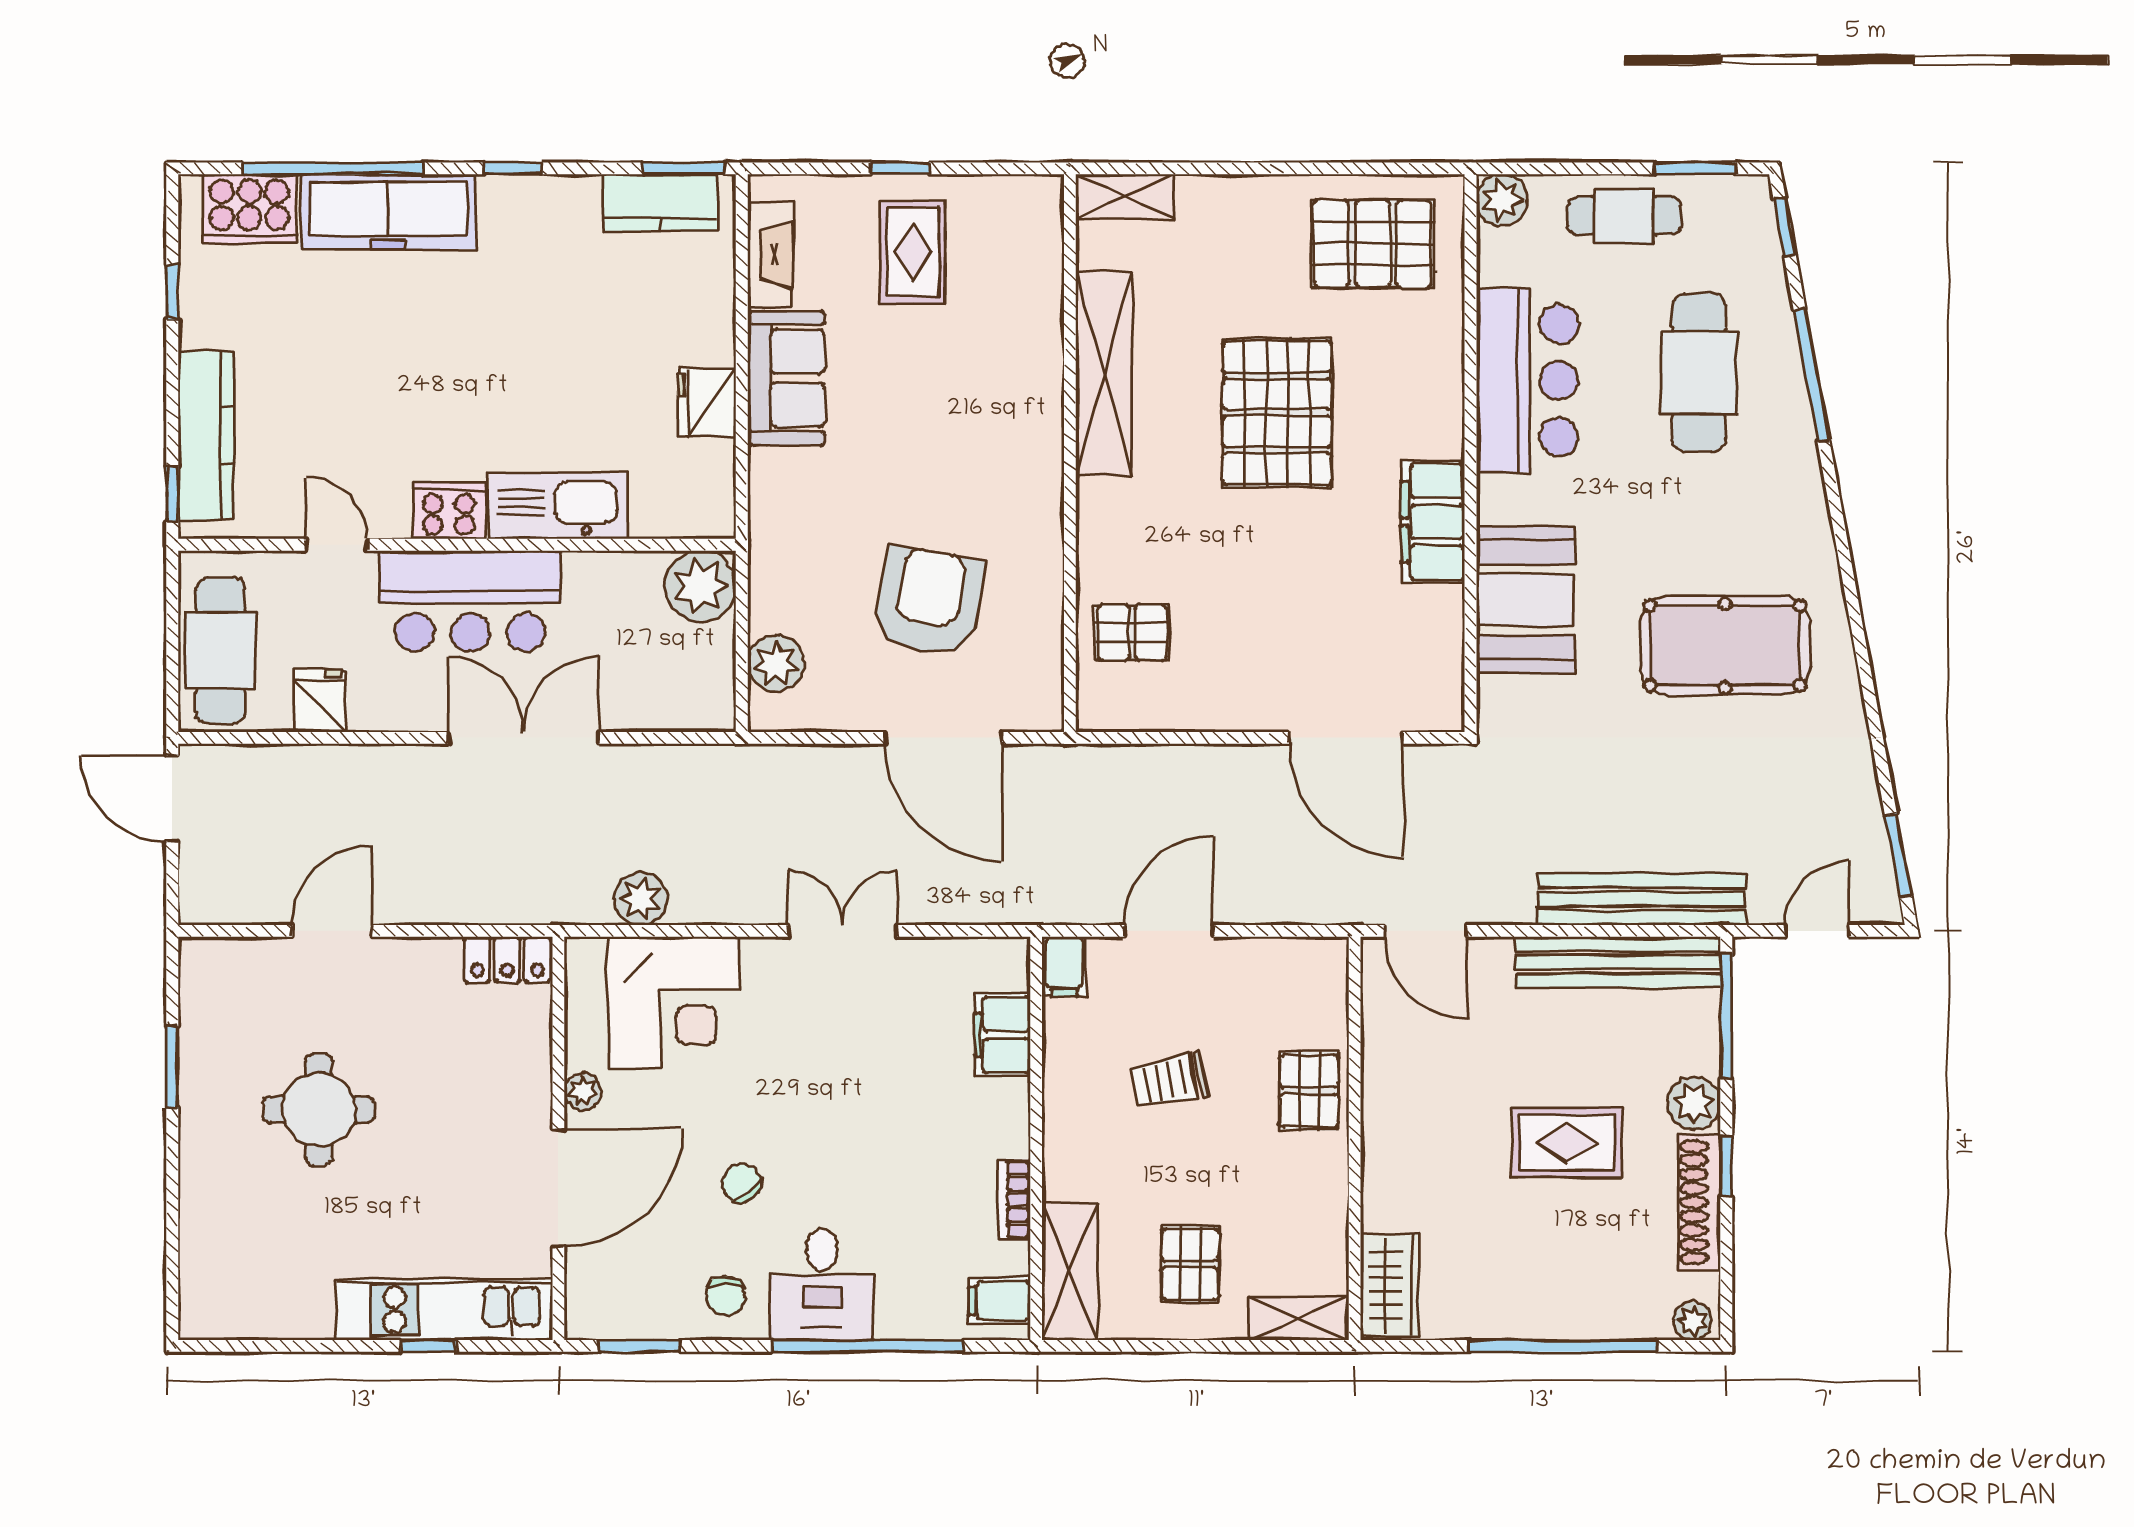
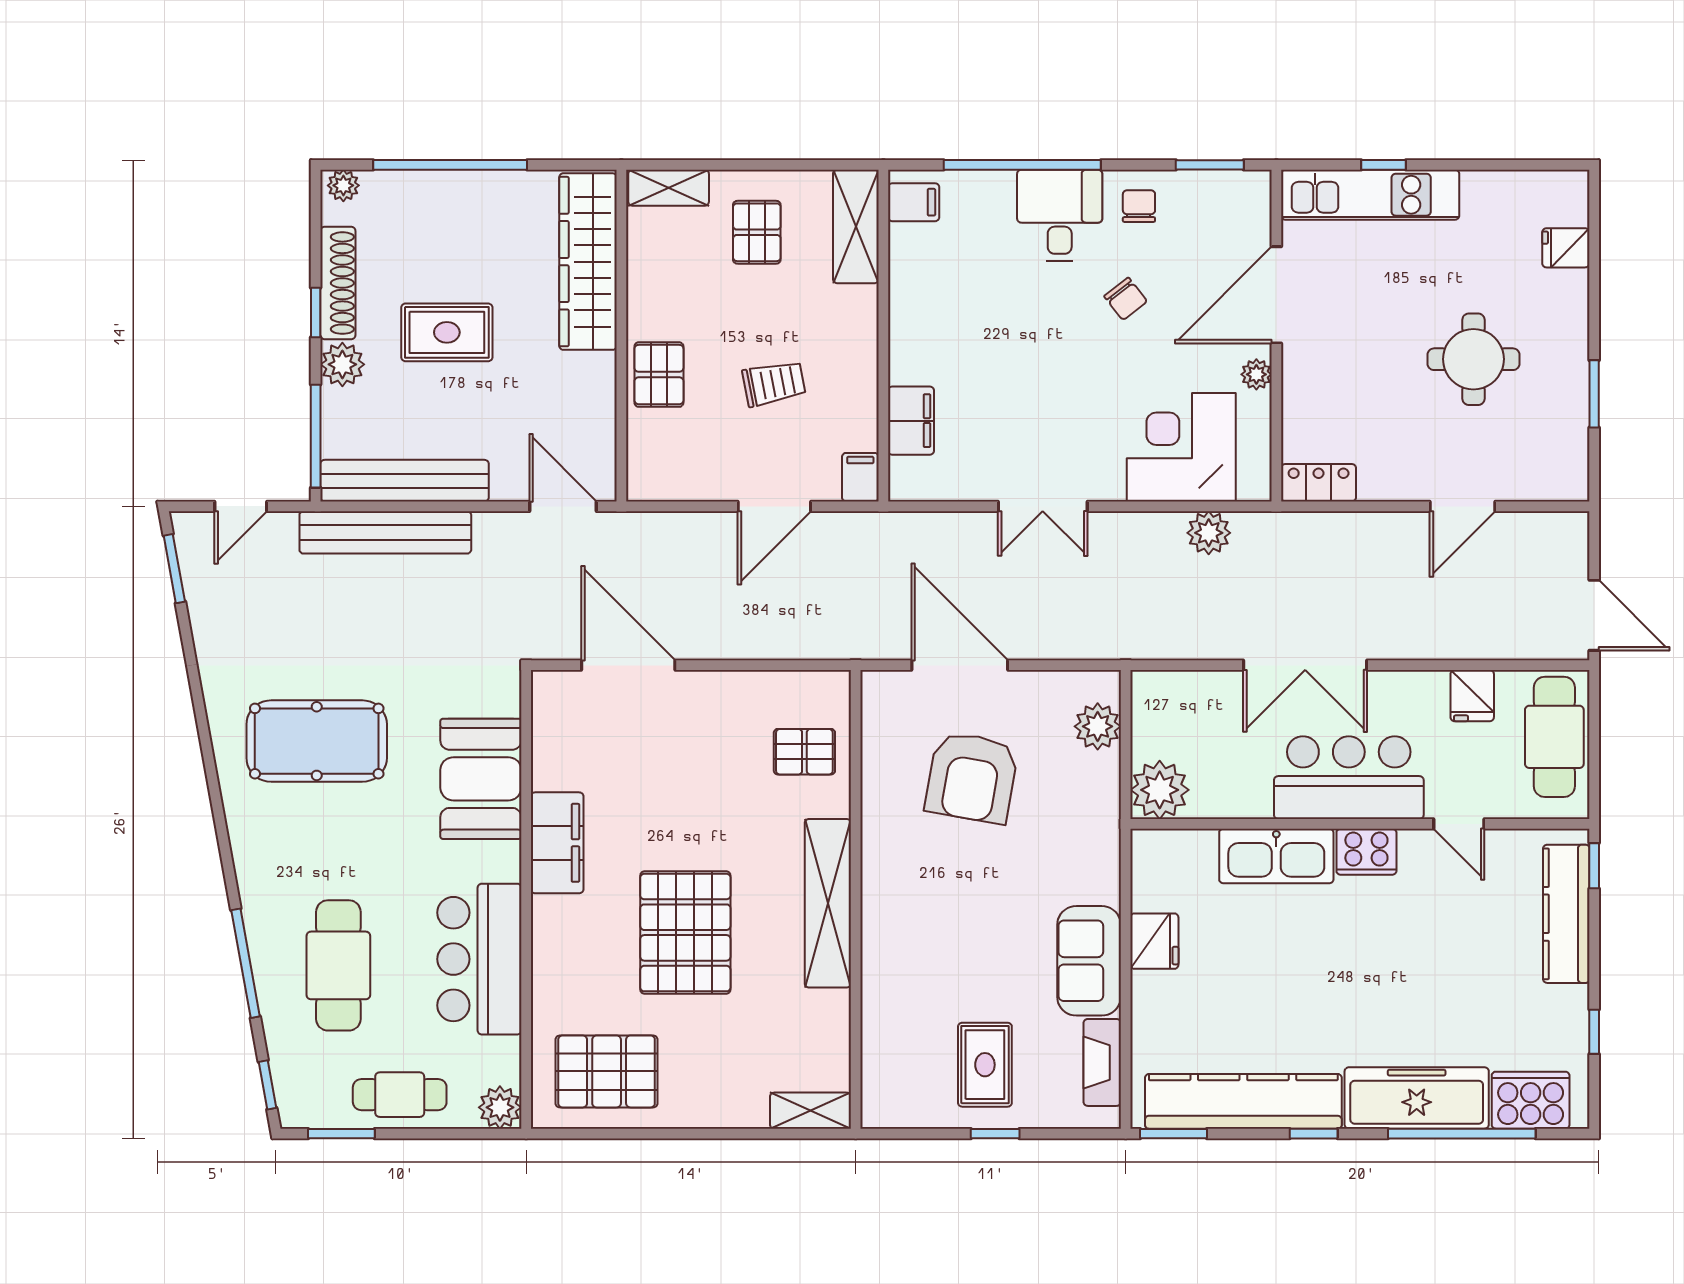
kitchen counter: (661, 203) -> (1243, 1101), width x2.08, depth x1.17
shelving: (1104, 373) -> (828, 903), moved
bookcase: (1014, 1199) -> (902, 285), removed
fridge: (207, 1245) -> (1566, 248), added
wardrobe: (1390, 1285) -> (588, 262), width x2.10, depth x1.17

